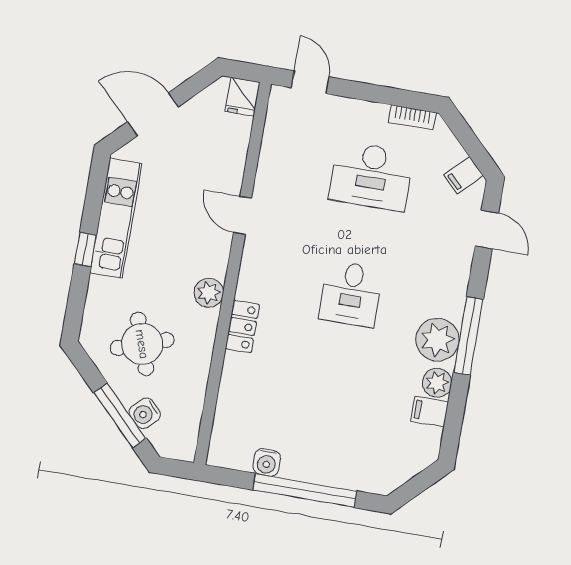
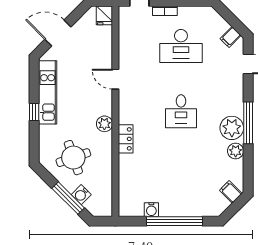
bookcase: (412, 117) -> (165, 11), moved
filing cabinet: (430, 411) -> (231, 192), moved, turned 45

